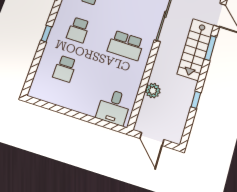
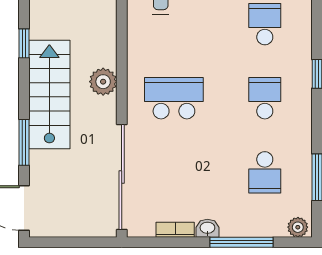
stairs: (196, 49) -> (49, 95), moved
plant: (153, 91) -> (103, 82), moved

